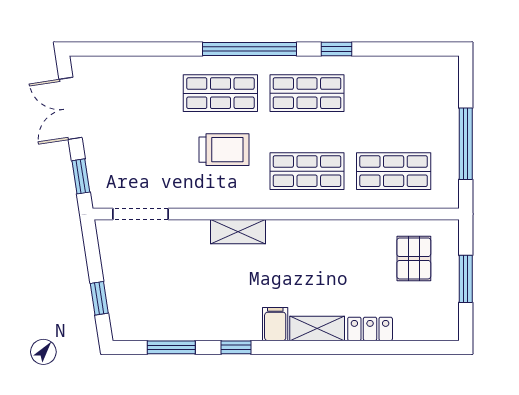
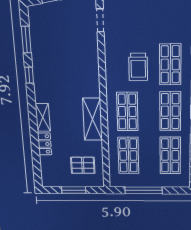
shop shelf: (394, 93) -> (170, 155), added
doorway: (140, 214) -> (100, 20), width x0.73
shelving: (238, 232) -> (92, 119), moved, width x1.50, depth x1.33
filing cabinet: (275, 324) -> (43, 96), removed

